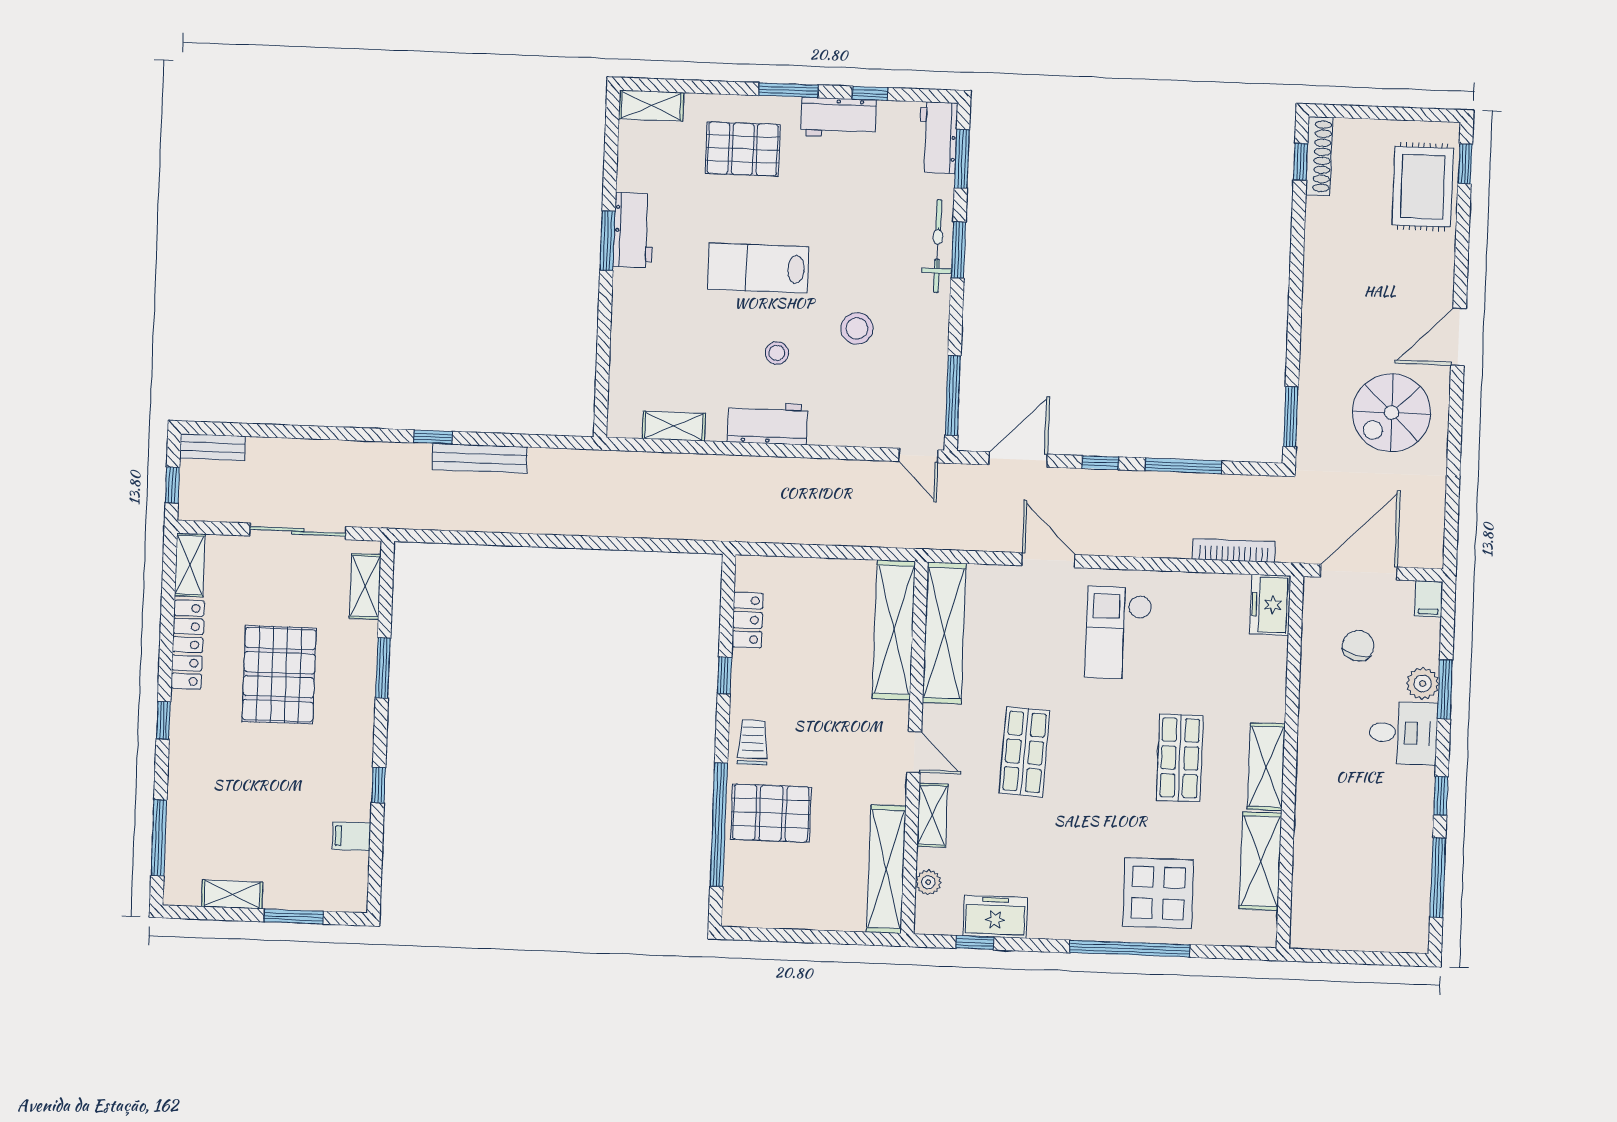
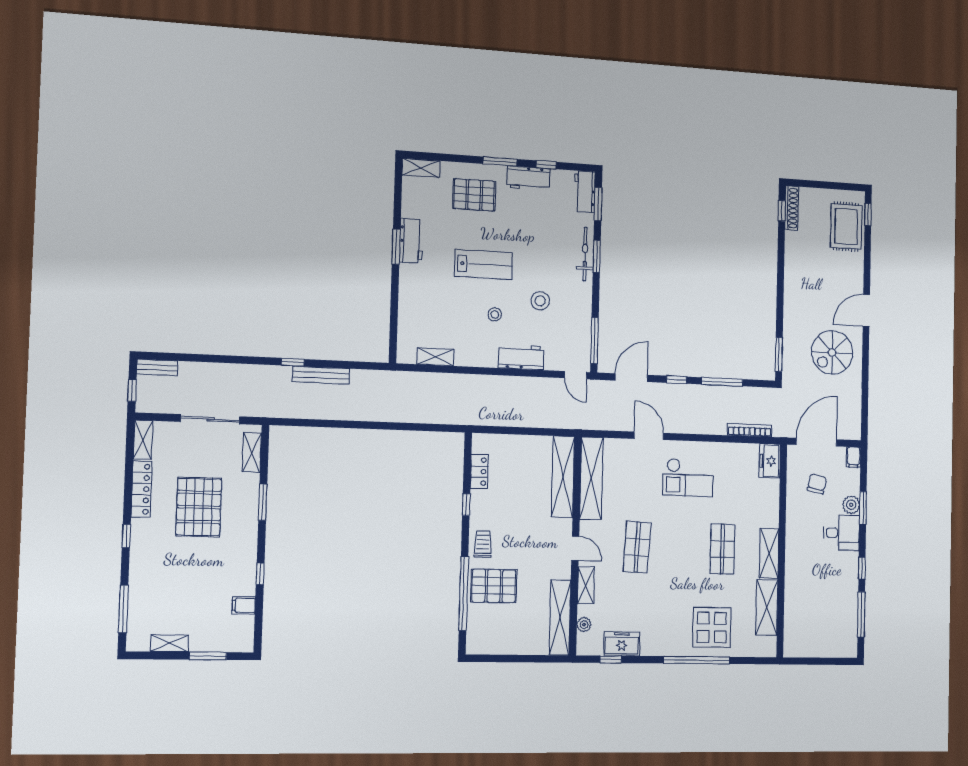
lab bench: (758, 268) -> (484, 265), turned 180
workbench: (768, 423) -> (521, 357), moved
checkout: (1118, 633) -> (688, 478), turned -90

